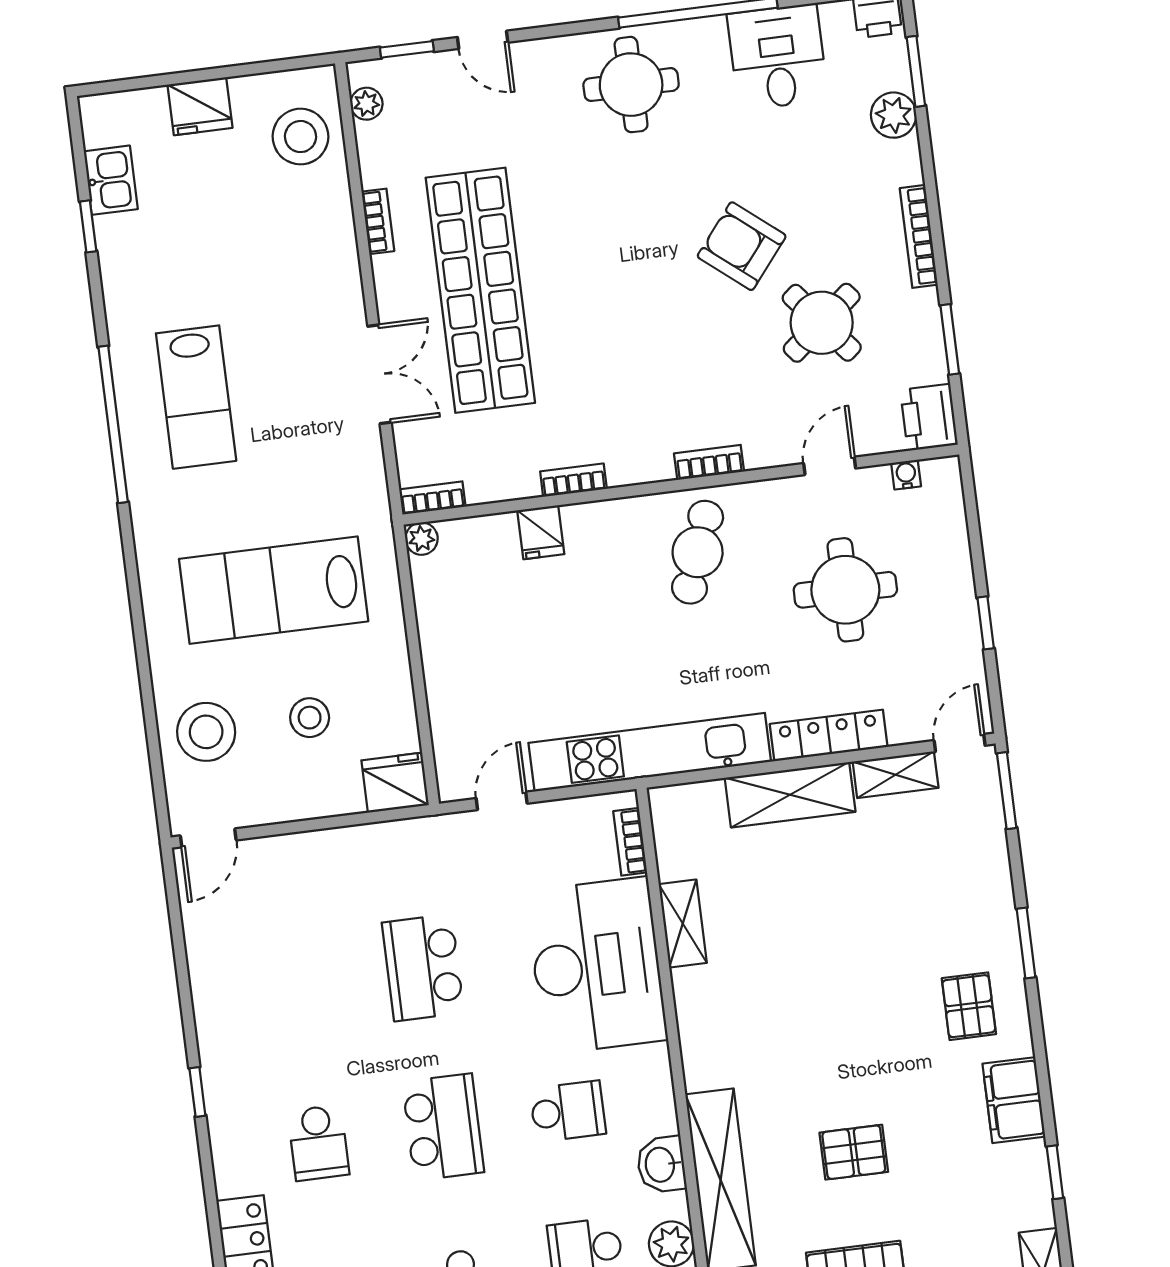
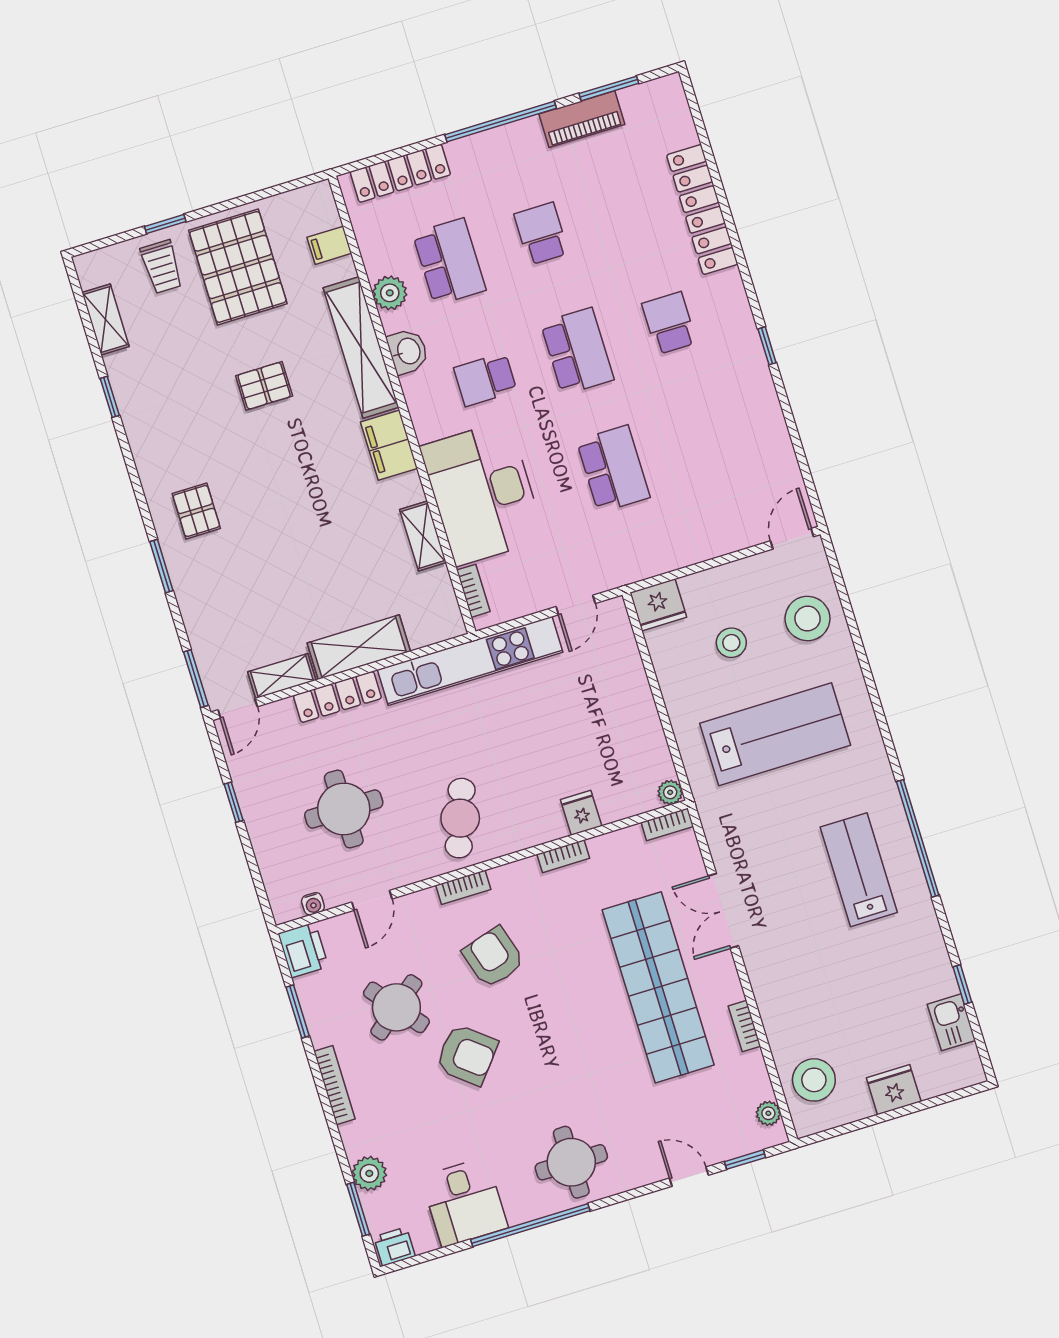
armchair: (686, 366) -> (493, 957), added
filing cabinet: (1014, 1100) -> (389, 445), moved, turned 180
school desk: (443, 1127) -> (577, 351), turned 180

